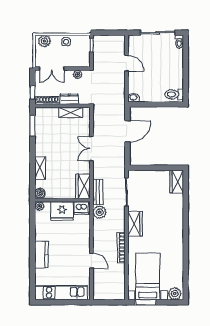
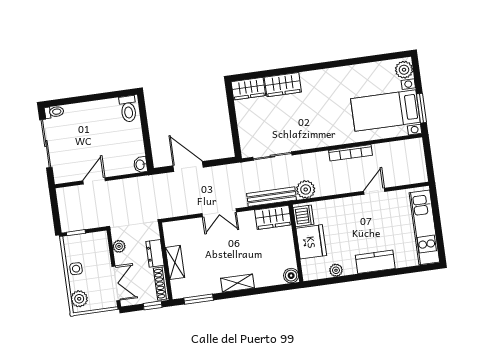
shelving: (71, 112) -> (175, 262), moved
shelving: (40, 168) -> (238, 283), moved
bench: (98, 192) -> (272, 197), width x1.36
plant: (39, 206) -> (336, 270), moved
wardrobe: (135, 224) -> (283, 85), moved, turned 180

